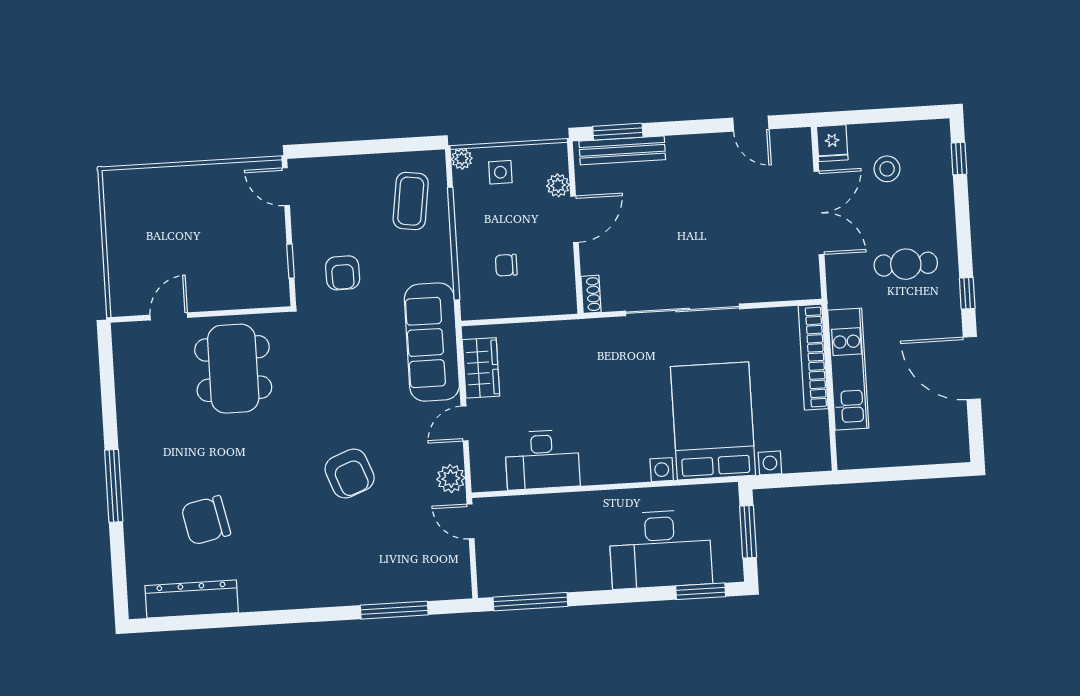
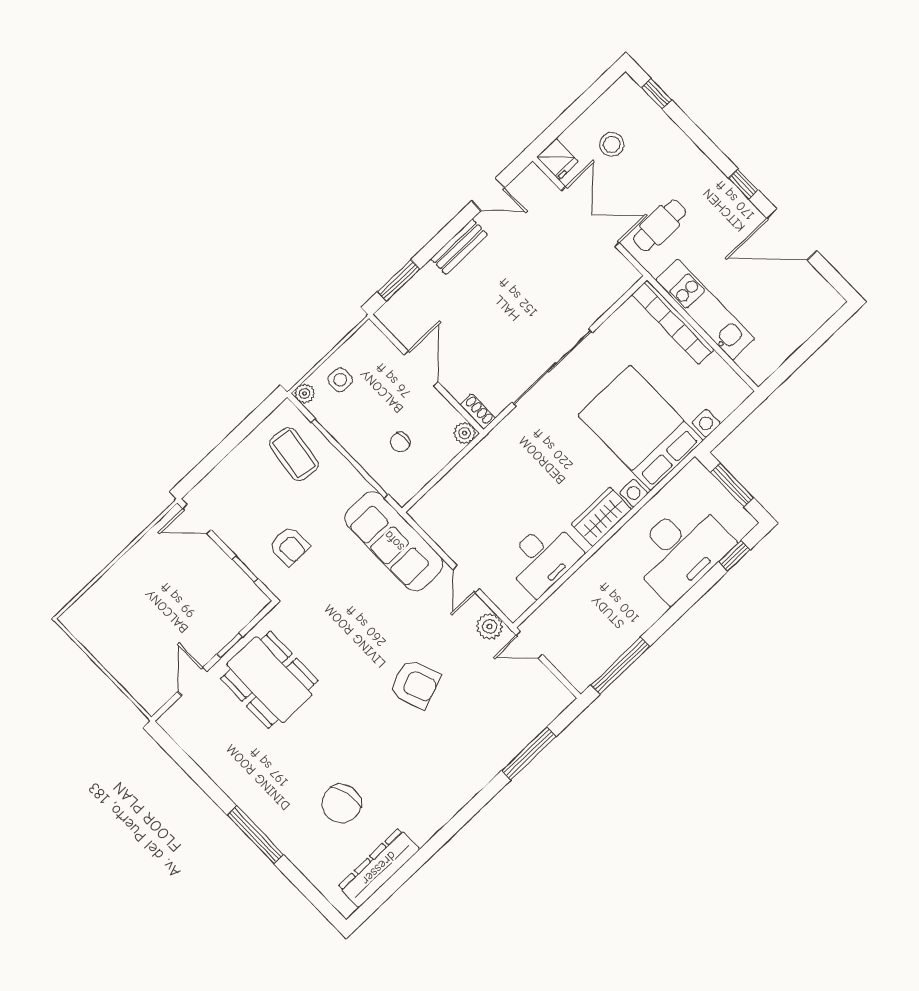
bench: (622, 150) -> (459, 247), moved, width x0.73
plant: (558, 185) -> (465, 433), moved
cafe table: (906, 264) -> (660, 225), moved
window: (225, 313) -> (230, 646), added
wardrobe: (481, 368) -> (601, 517), moved, turned -90
window: (701, 591) -> (734, 556), width x0.67

